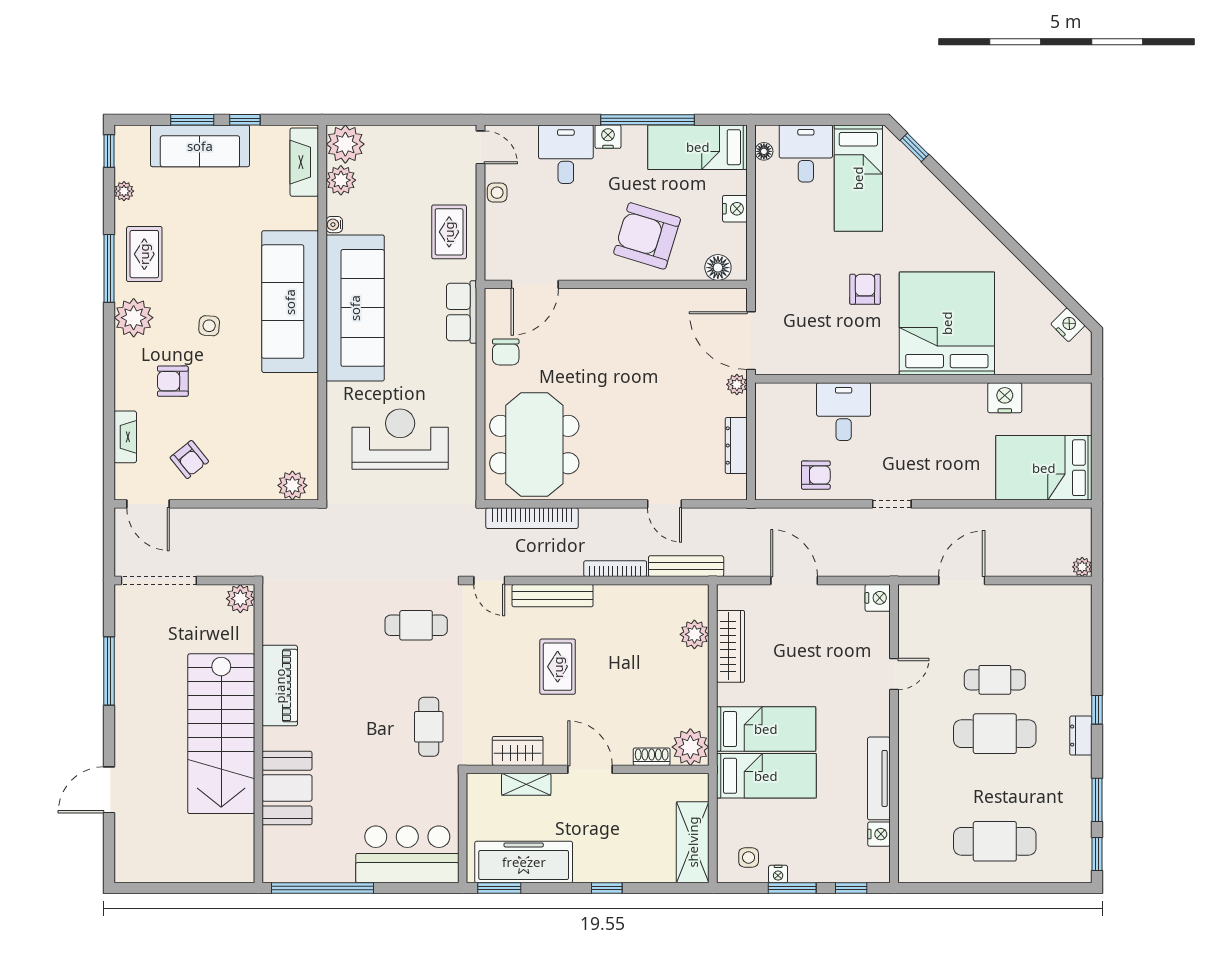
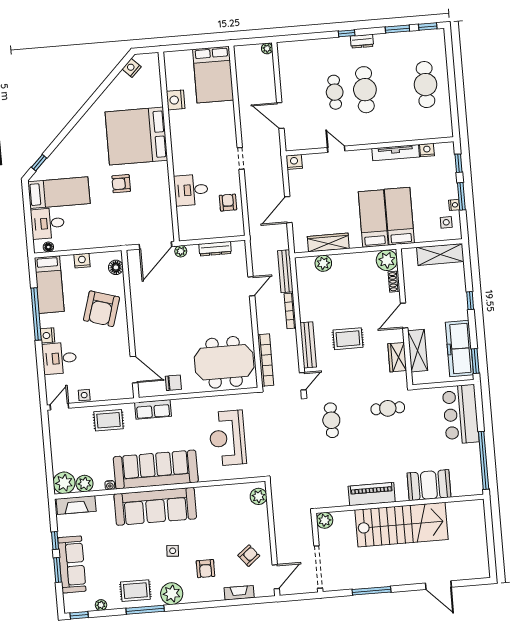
shelving: (526, 784) -> (418, 351), width x1.50, depth x1.33

